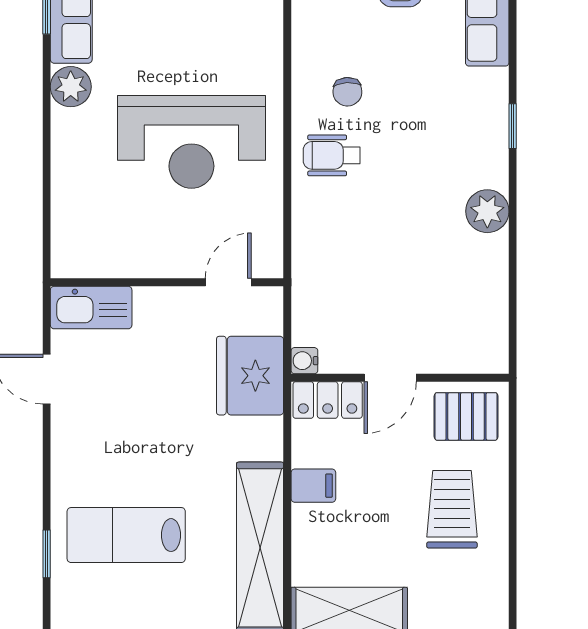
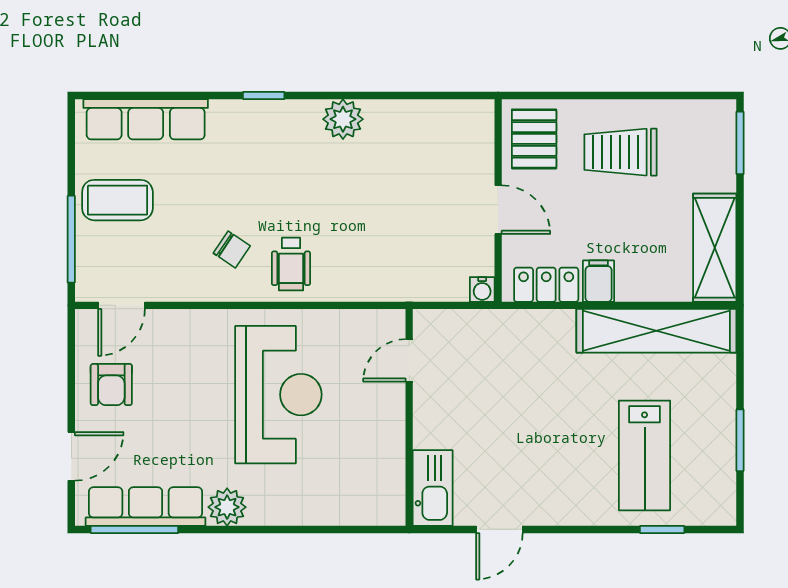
chair: (347, 92) -> (232, 249), turned 37
door: (228, 282) -> (409, 360), hinge flipped
fridge: (250, 376) -> (496, 340), removed
locker: (328, 400) -> (546, 285), moved, turned -90

